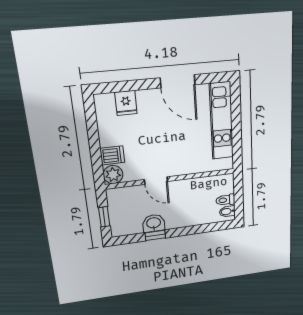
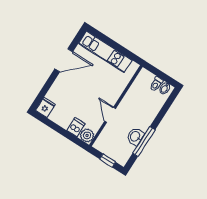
fridge: (126, 103) -> (45, 107), moved, turned -90
door: (156, 181) -> (110, 115), swing flipped
window: (155, 235) -> (144, 142), width x2.17

